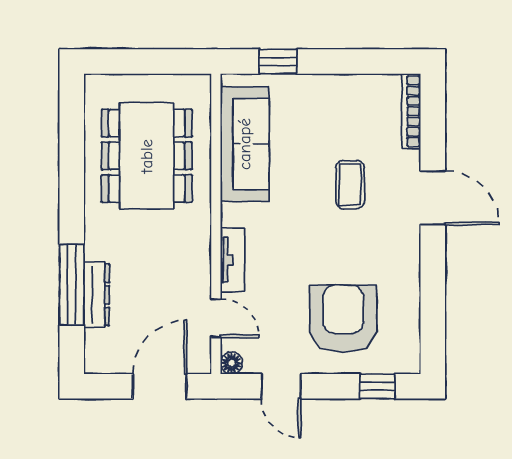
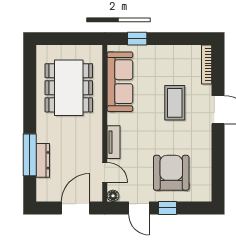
coffee table: (350, 185) -> (175, 103), width x1.36, depth x1.30
window: (377, 386) -> (167, 208), moved

